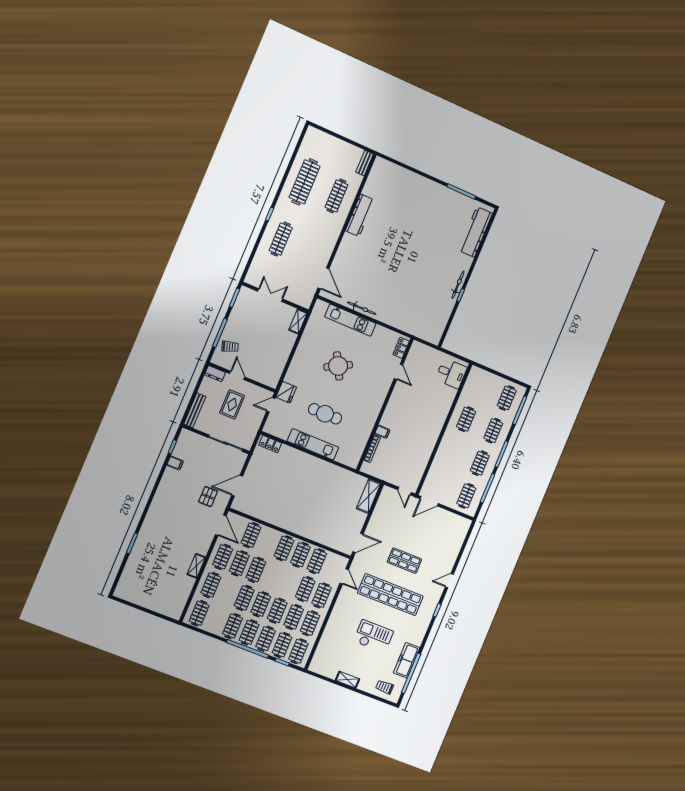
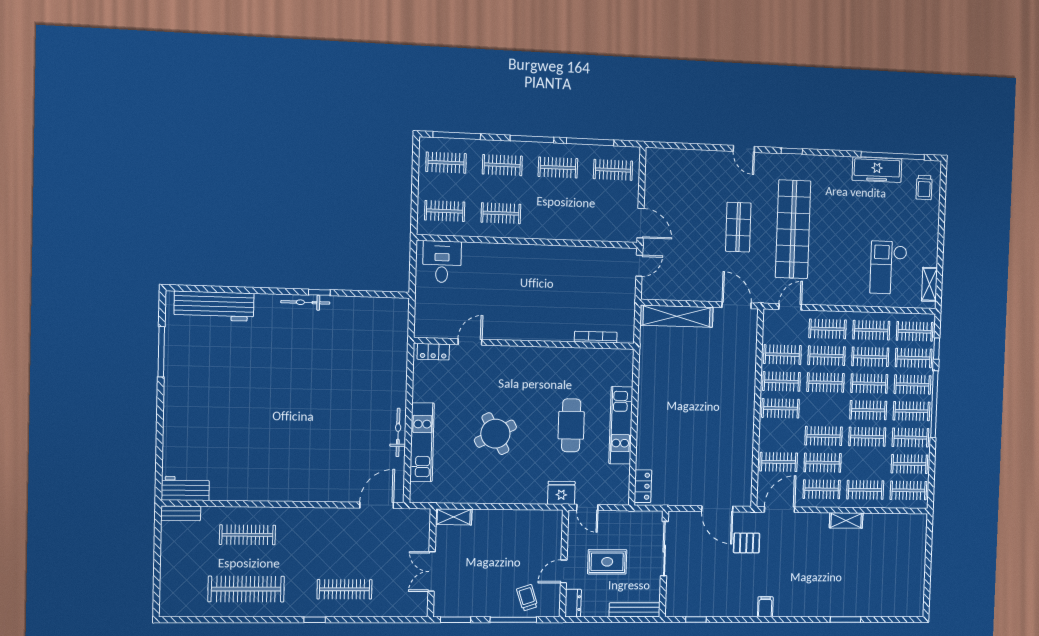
workbench: (360, 215) -> (185, 488), moved, width x0.73
clothes rail: (480, 386) -> (445, 211), added
filing cabinet: (382, 432) -> (566, 332), removed
filing cabinet: (175, 463) -> (765, 607), moved
shelving: (369, 496) -> (677, 316), width x1.47
clothes rail: (289, 583) -> (826, 382), added
clothes rail: (216, 620) -> (909, 464), added
checkout: (373, 636) -> (888, 268), moved
shelving: (347, 680) -> (929, 284), moved

